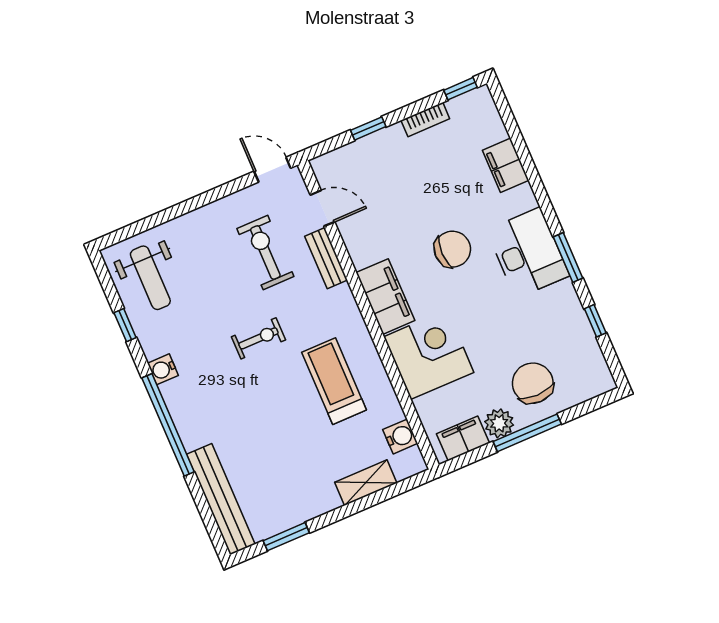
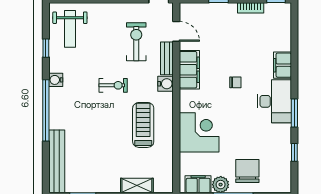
filing cabinet: (506, 165) -> (282, 65), moved
chair: (452, 249) -> (235, 82), width x0.54, depth x0.54
filing cabinet: (385, 297) -> (189, 70), moved
water cooler: (400, 436) -> (166, 84), moved

